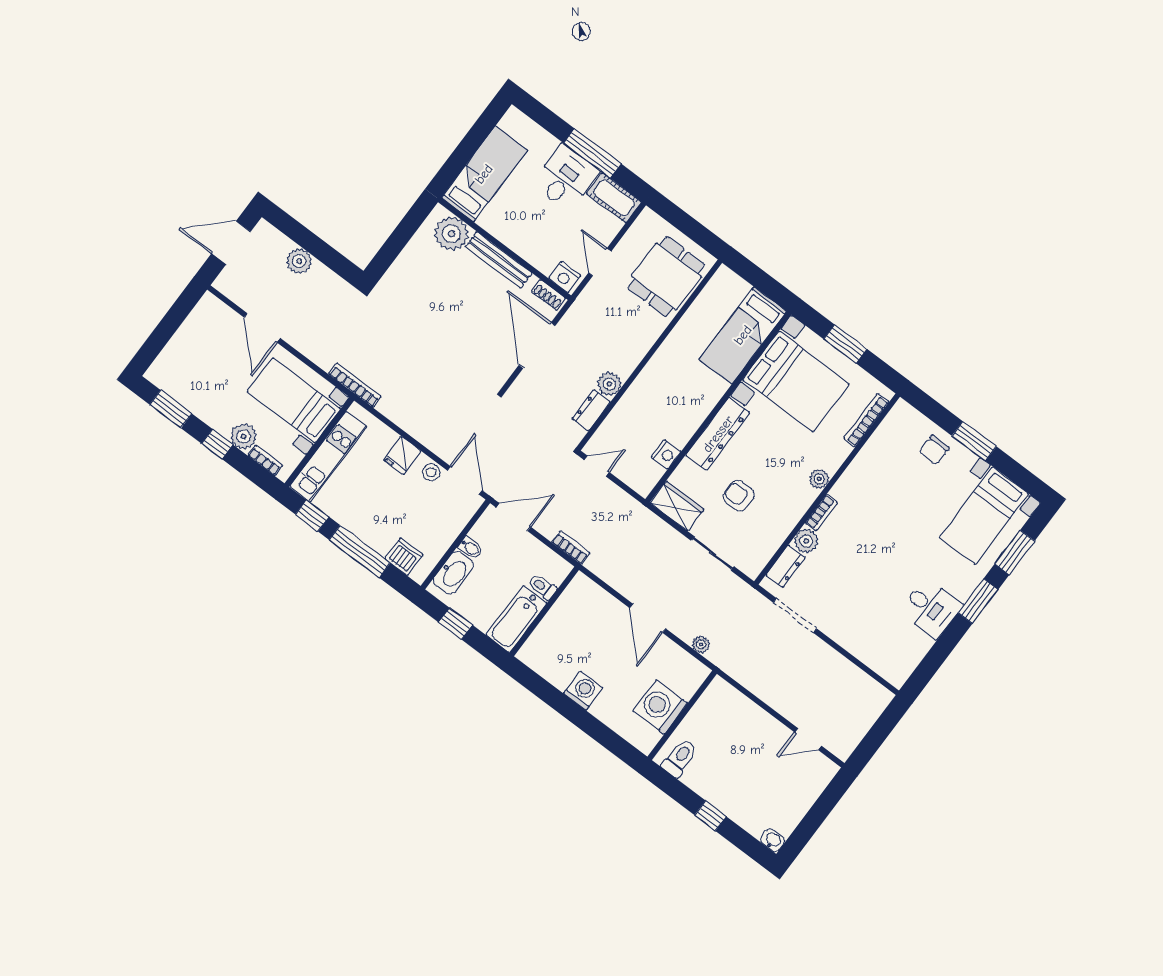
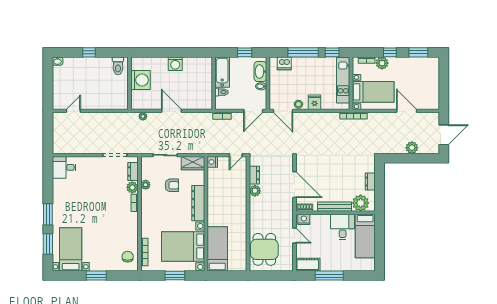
desk: (566, 178) -> (343, 227), moved, turned 180
dresser: (409, 257) -> (370, 182), added
chair: (934, 450) -> (128, 257), moved
nightstand: (666, 454) -> (212, 162), moved
plant: (819, 479) -> (146, 185), moved
desk: (931, 608) -> (64, 167), moved

